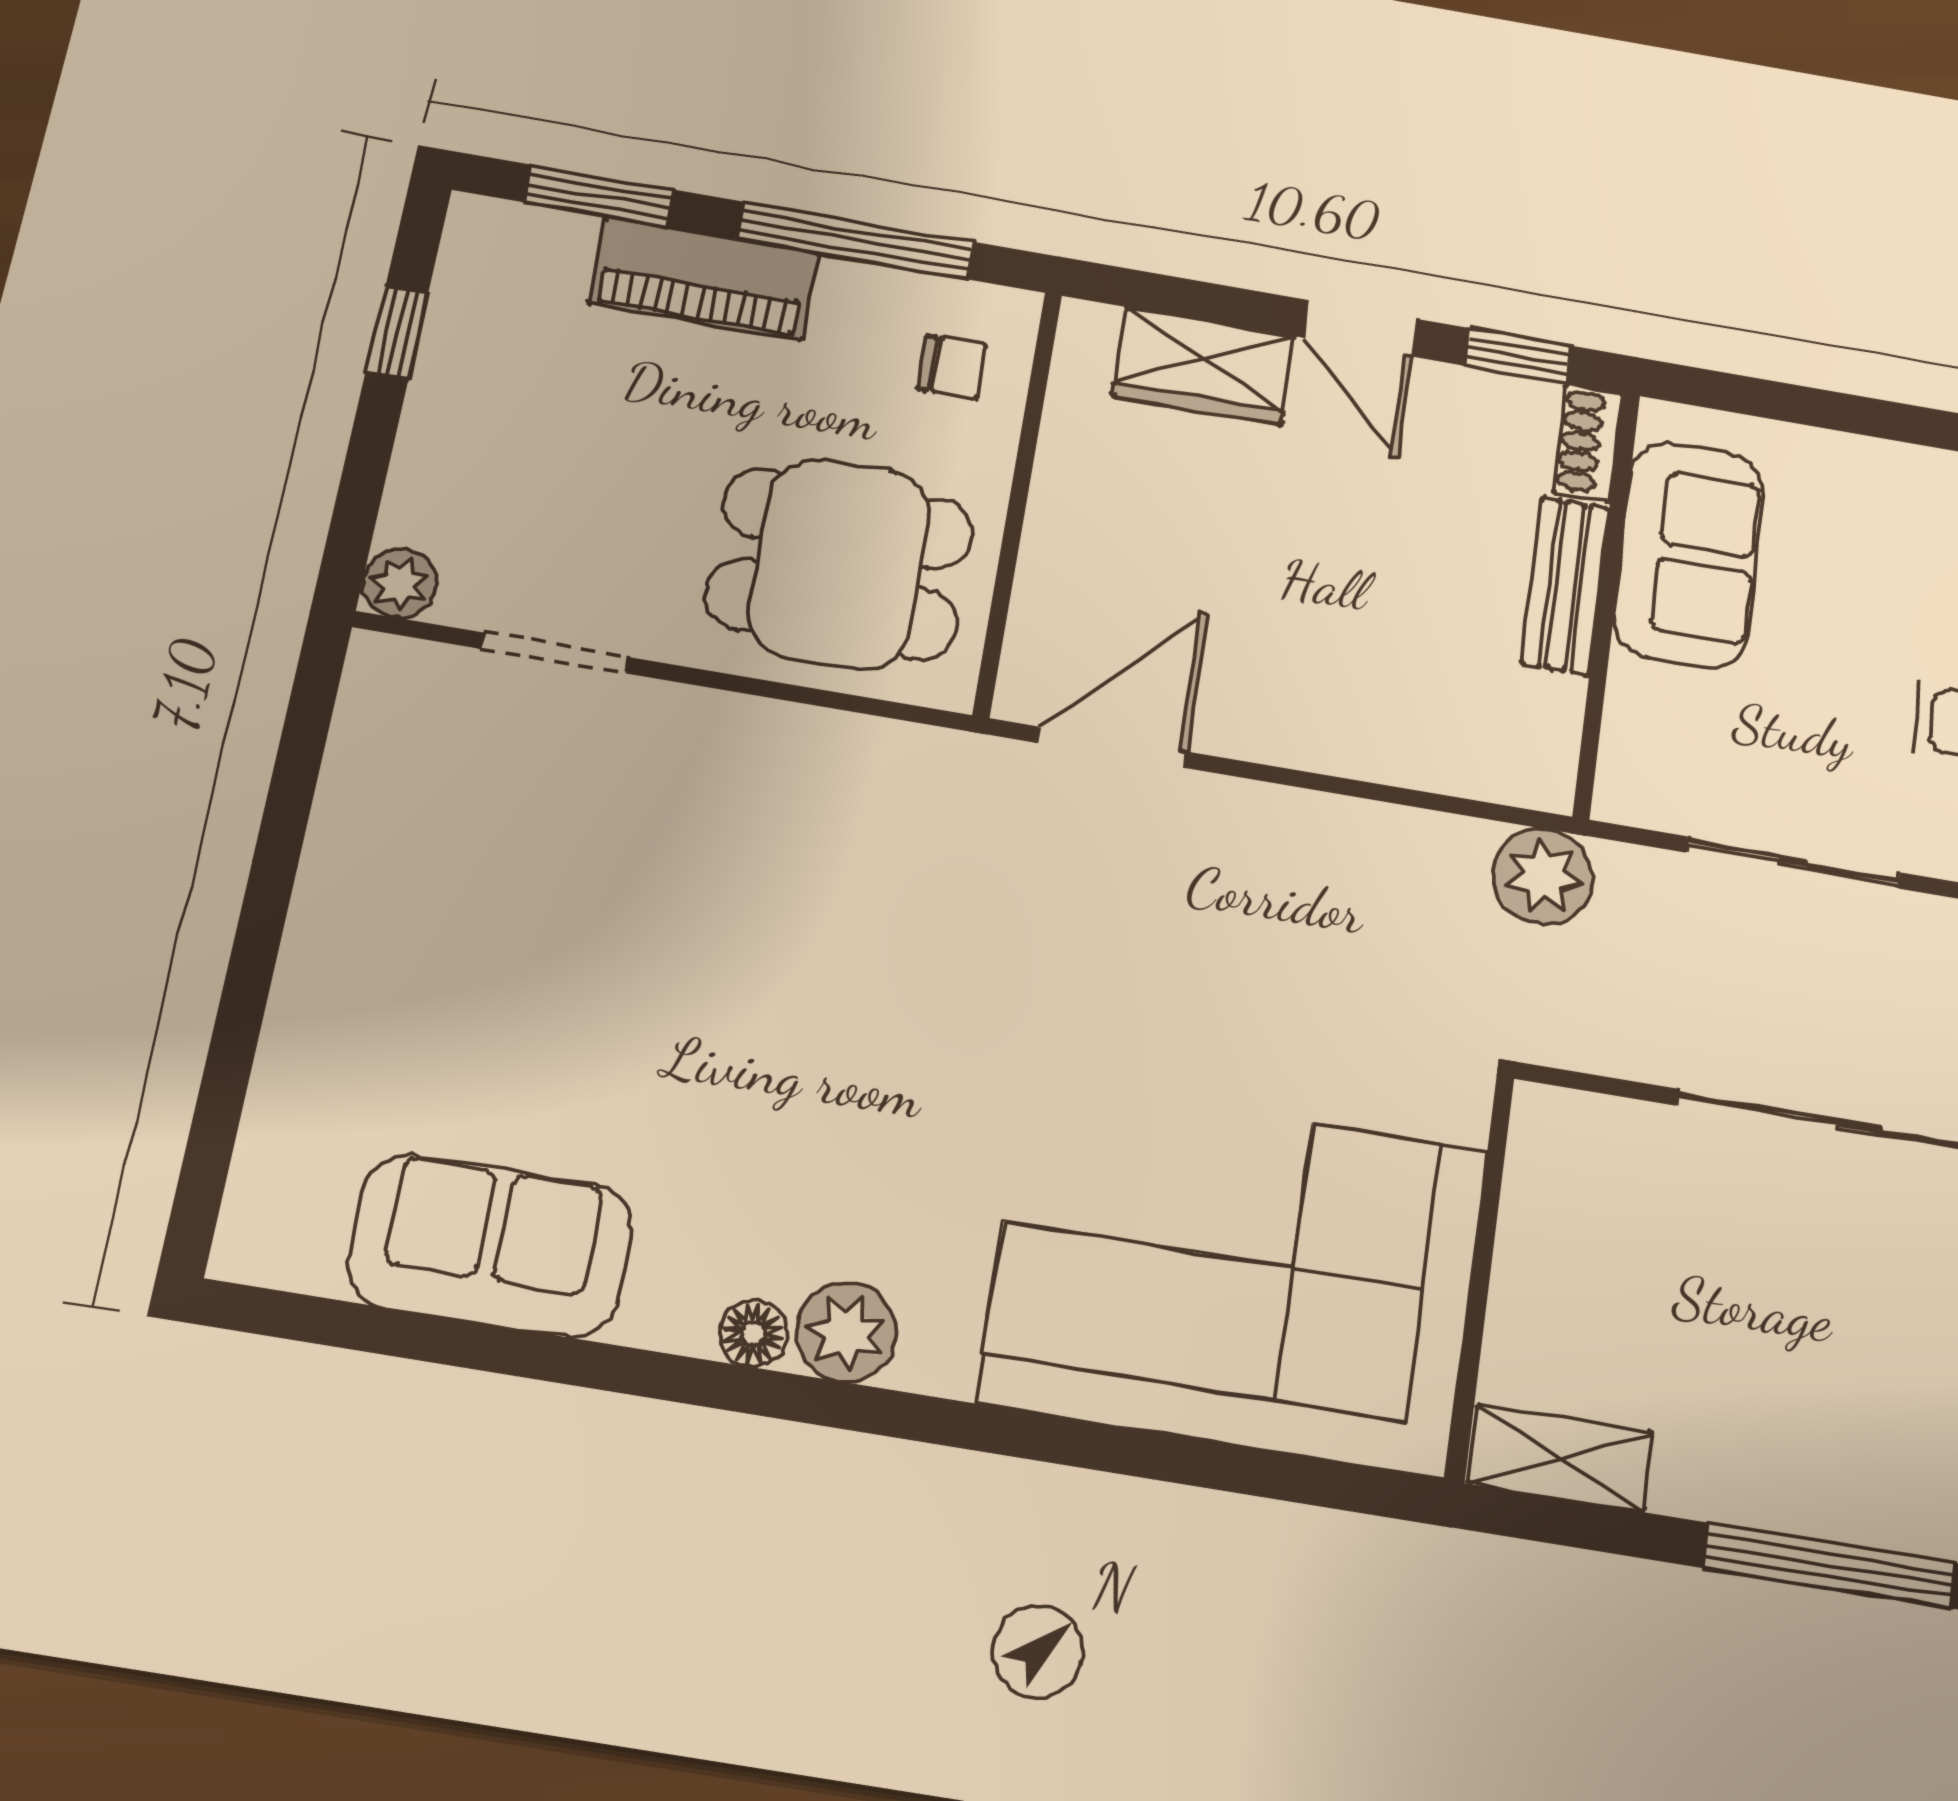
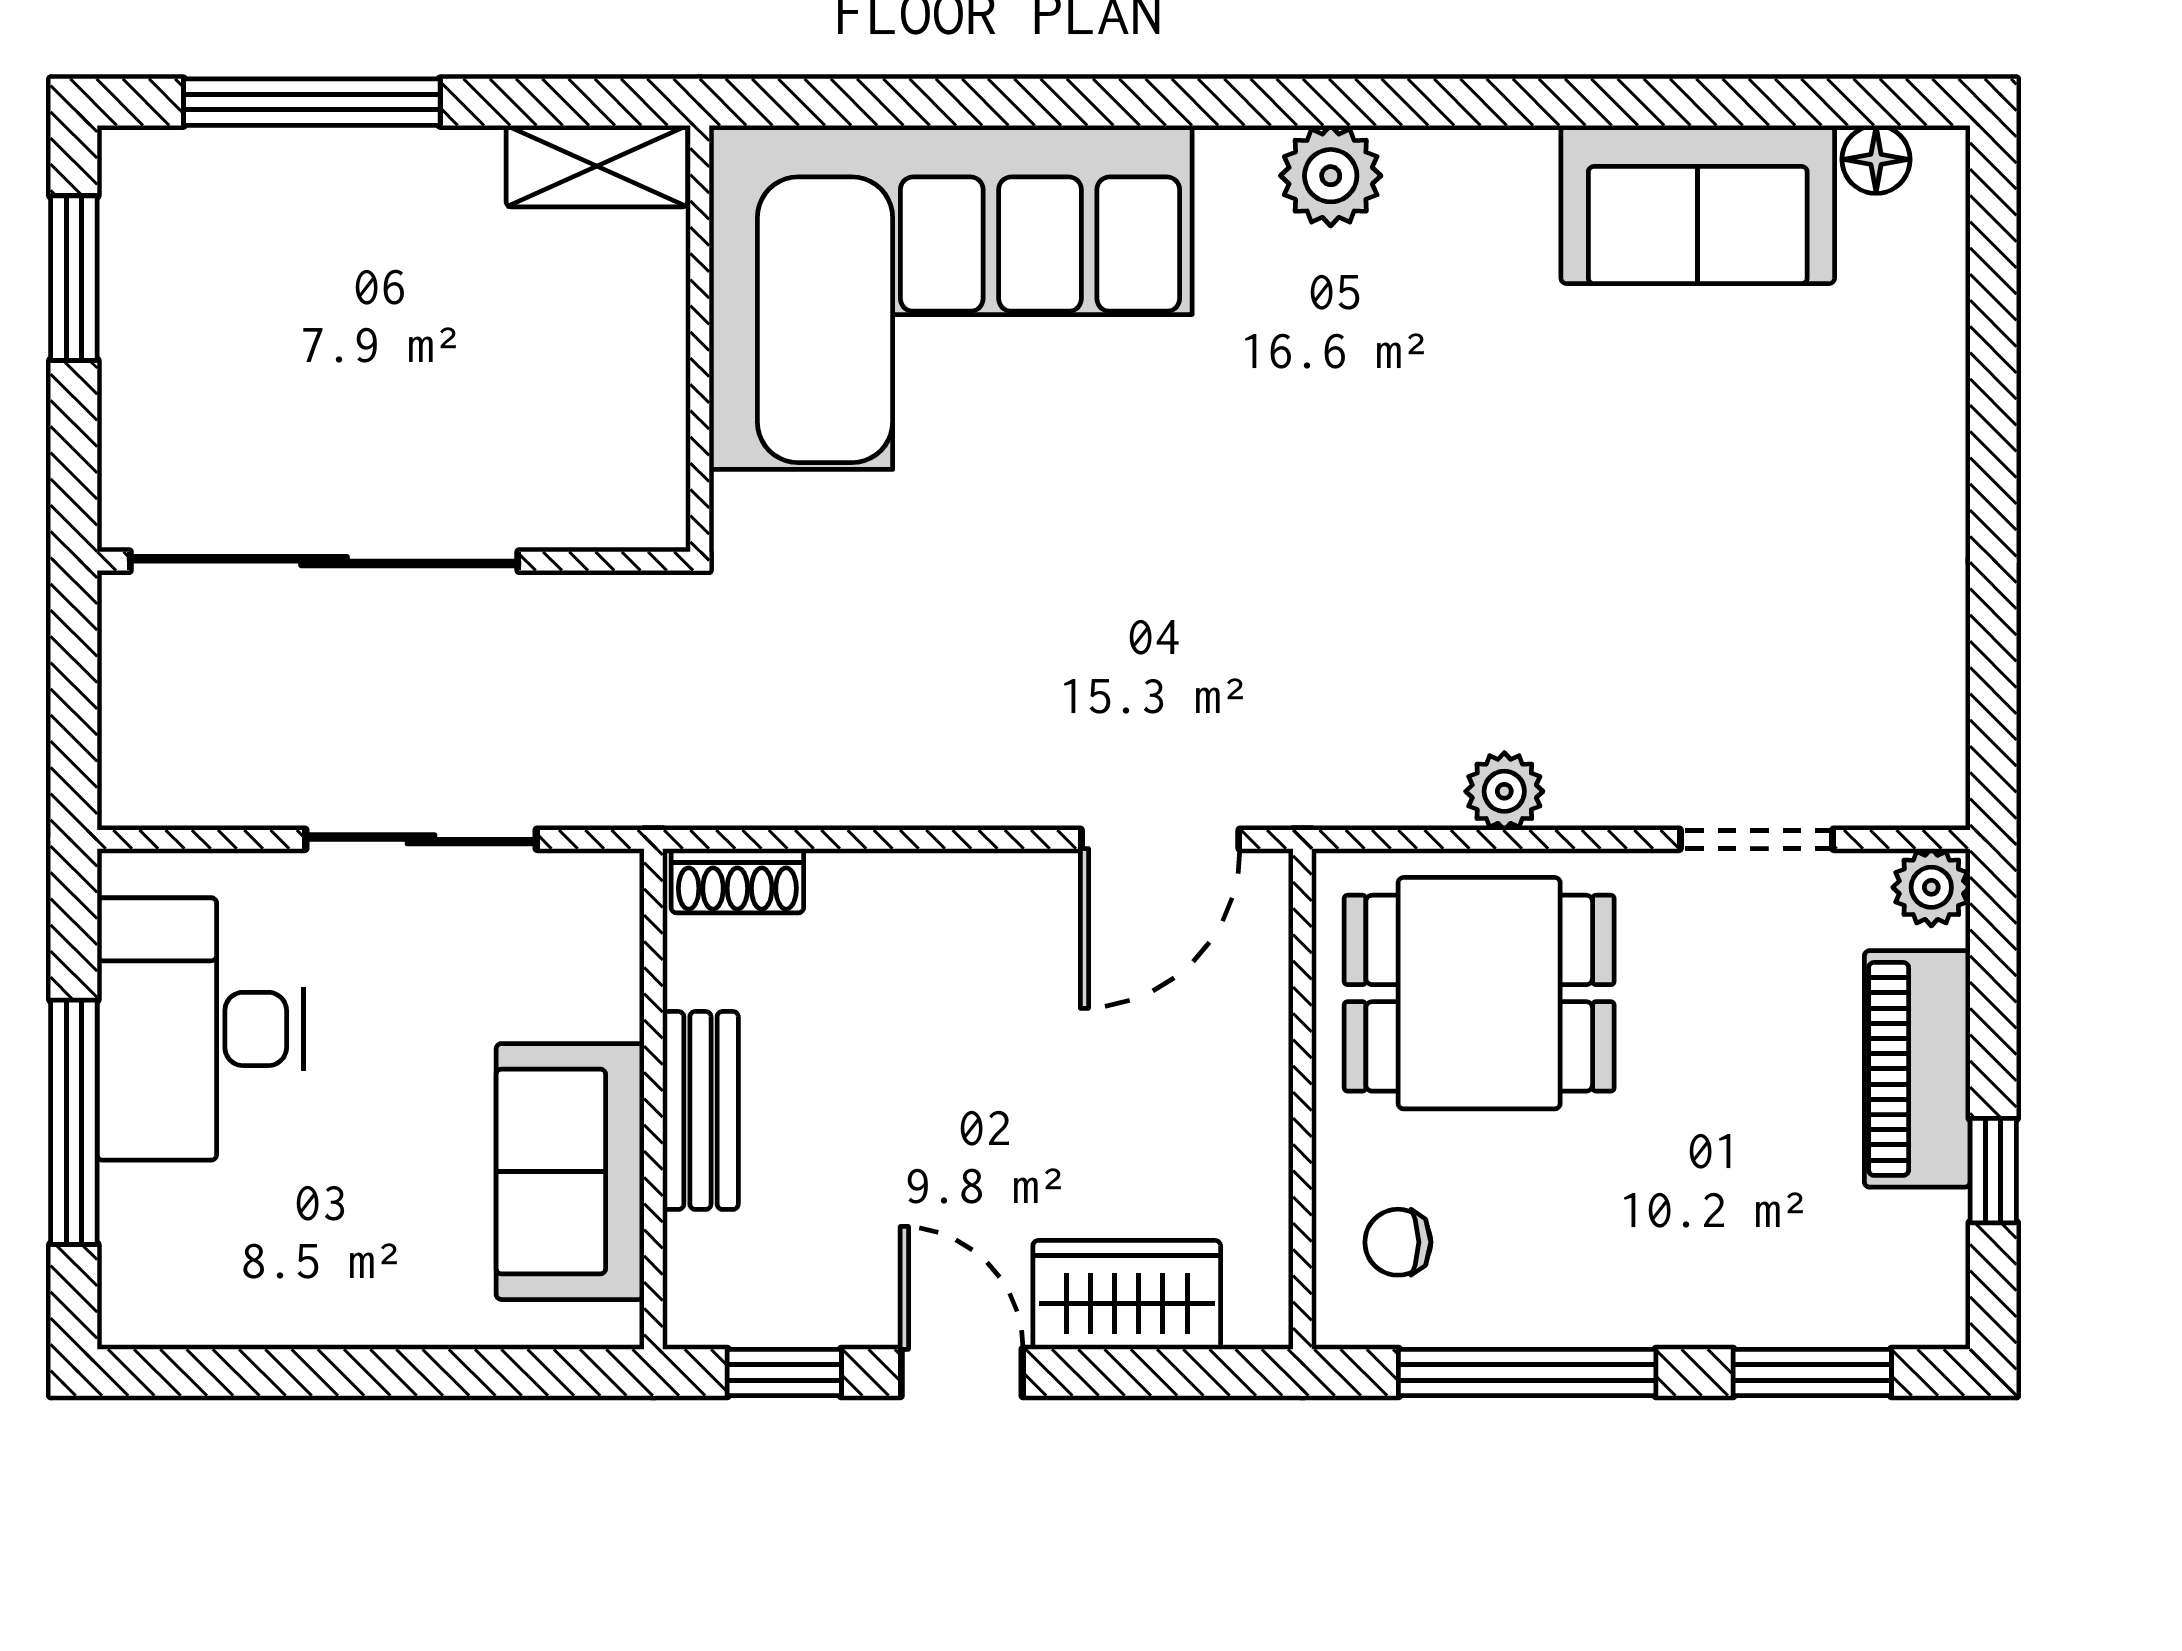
piano: (704, 278) -> (1917, 1069), moved, turned -90
shoe rack: (1588, 443) -> (737, 881), moved, turned 90
plant: (1543, 877) -> (1504, 791), moved, width x0.73, depth x0.73
floor lamp: (753, 1333) -> (1876, 159), moved

